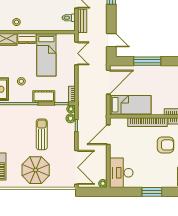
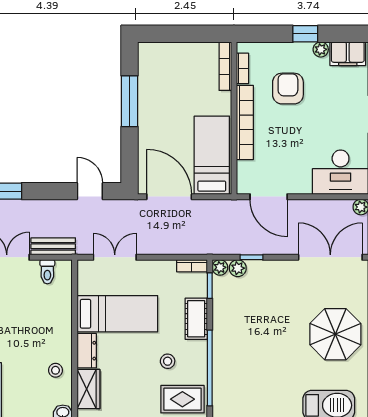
door: (111, 40) -> (90, 191), hinge flipped
window: (147, 61) -> (129, 101), moved
sun lounger: (42, 134) -> (268, 323), removed

